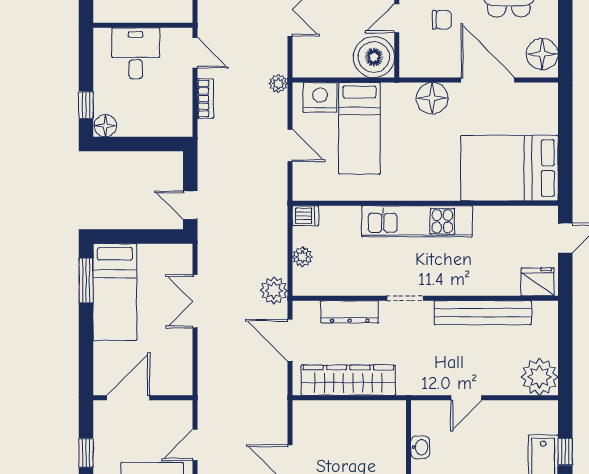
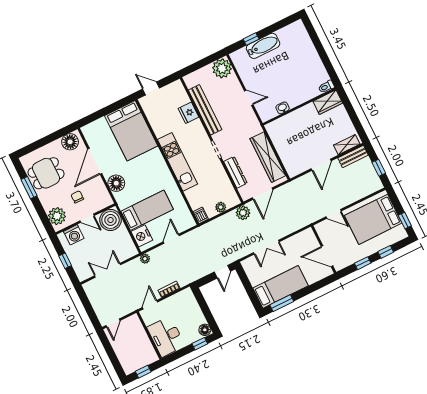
desk: (136, 53) -> (166, 337), width x1.37
fridge: (538, 282) -> (188, 113), moved

